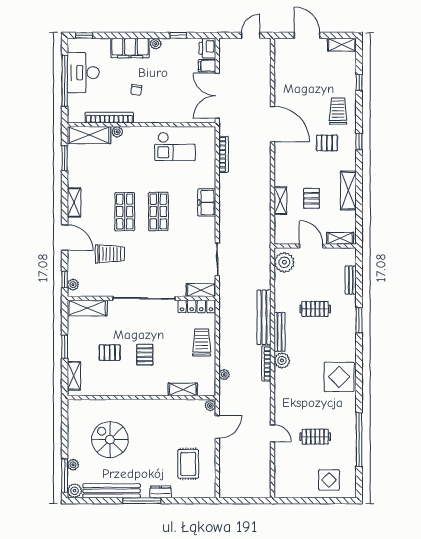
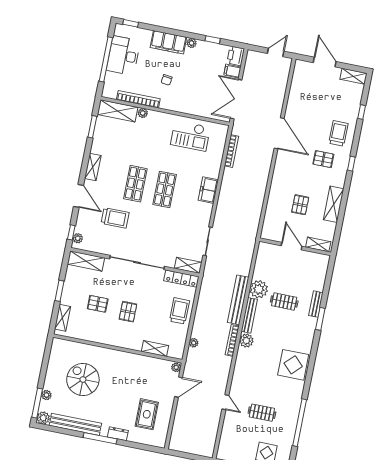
shelving: (280, 201) -> (273, 201), removed
plant: (284, 262) -> (259, 289), moved
bench: (351, 280) -> (316, 304), moved

